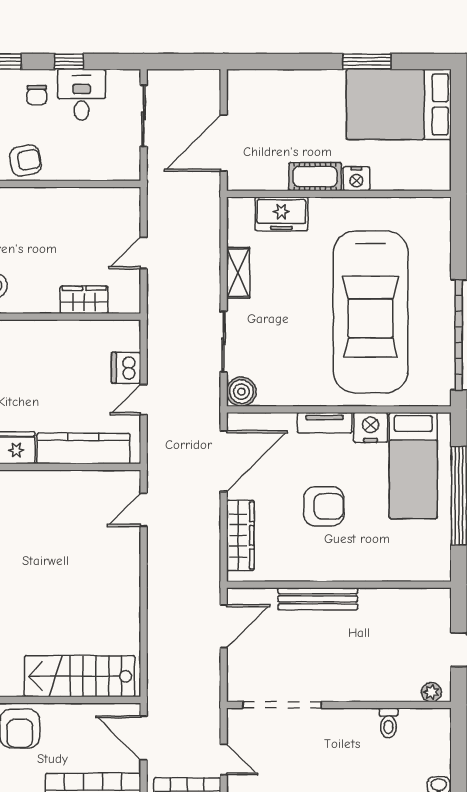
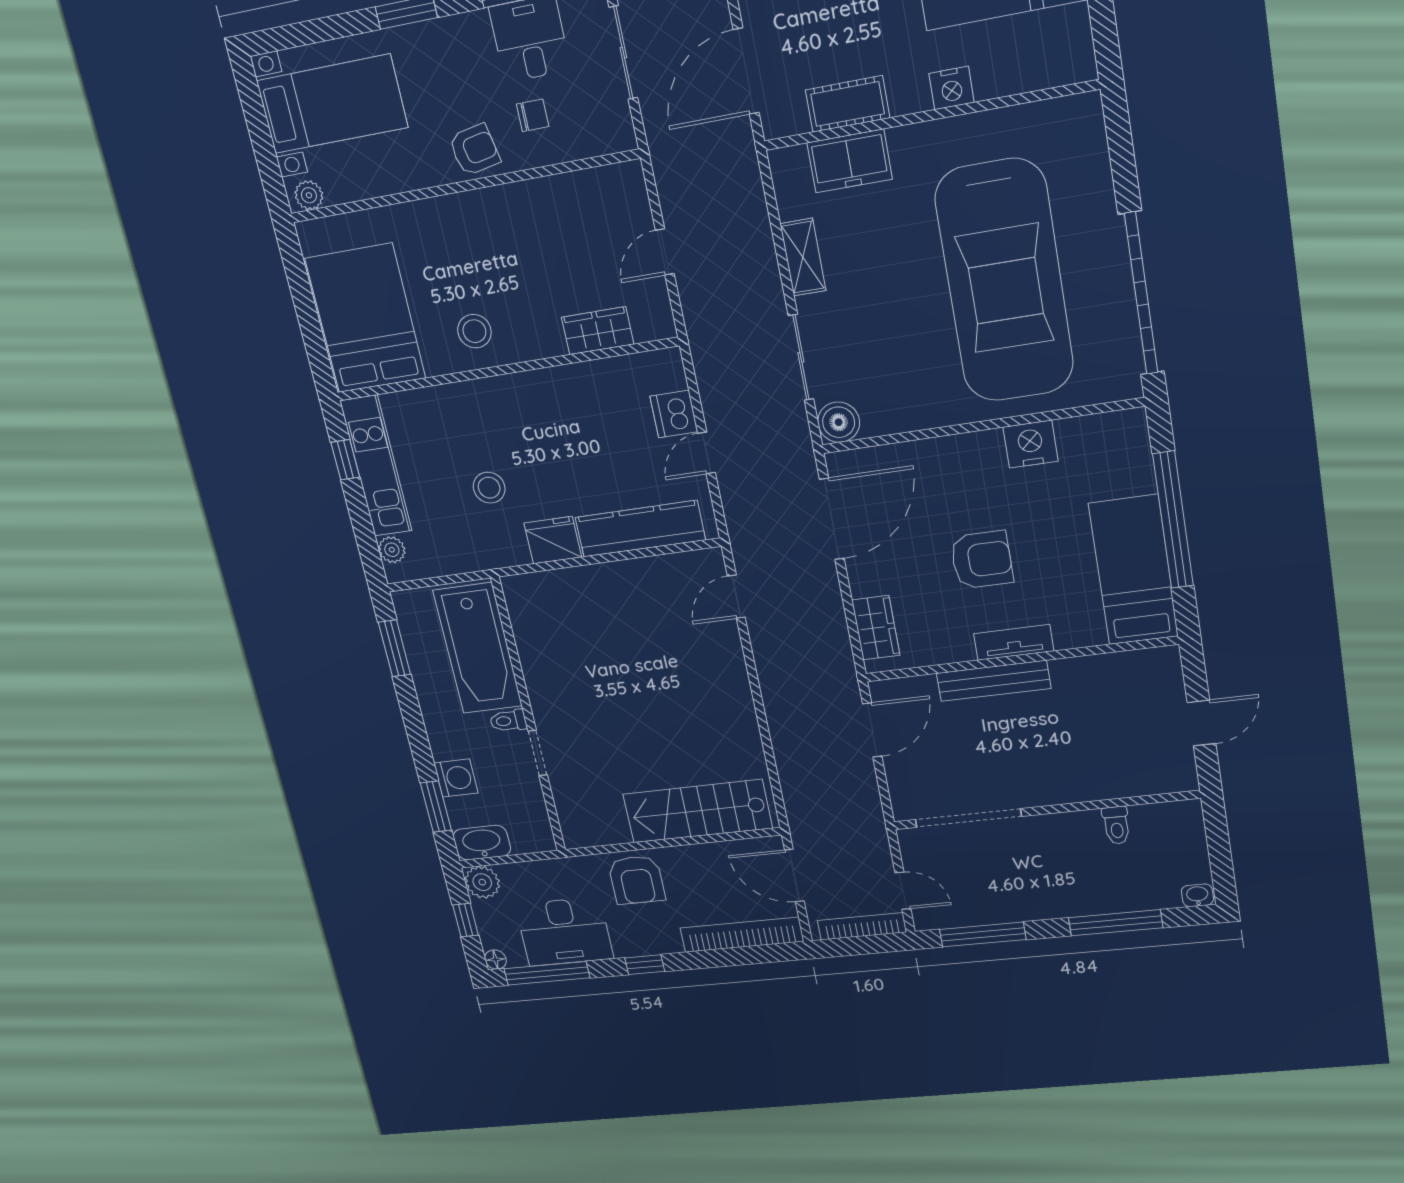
chair: (37, 95) -> (533, 115), moved, turned -90
cot: (315, 177) -> (847, 104), moved
tv unit: (325, 423) -> (1014, 642), moved, turned 180
bed: (413, 465) -> (1134, 570), moved, turned 180
wardrobe: (240, 535) -> (876, 628), width x0.67
plant: (431, 692) -> (1170, 781), removed

